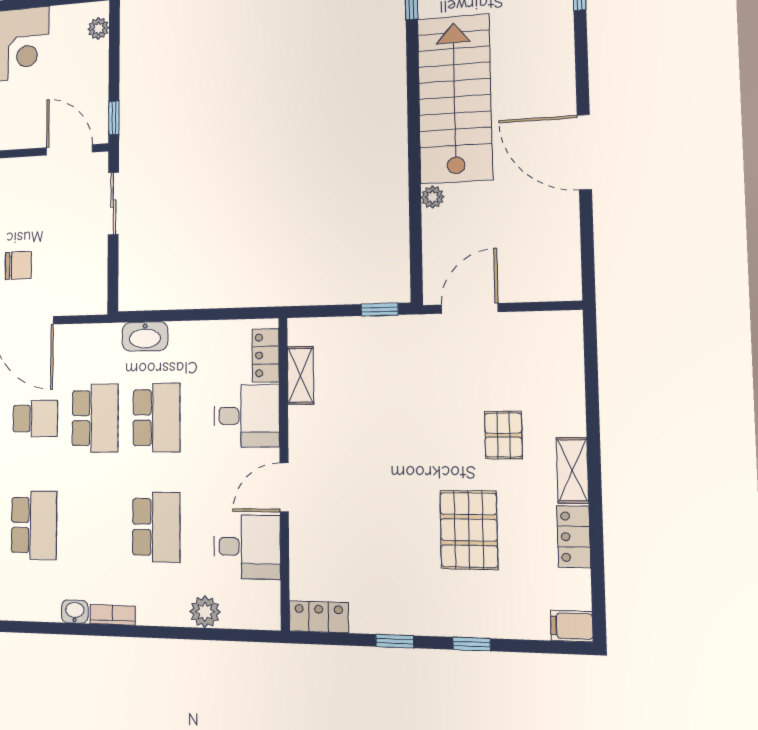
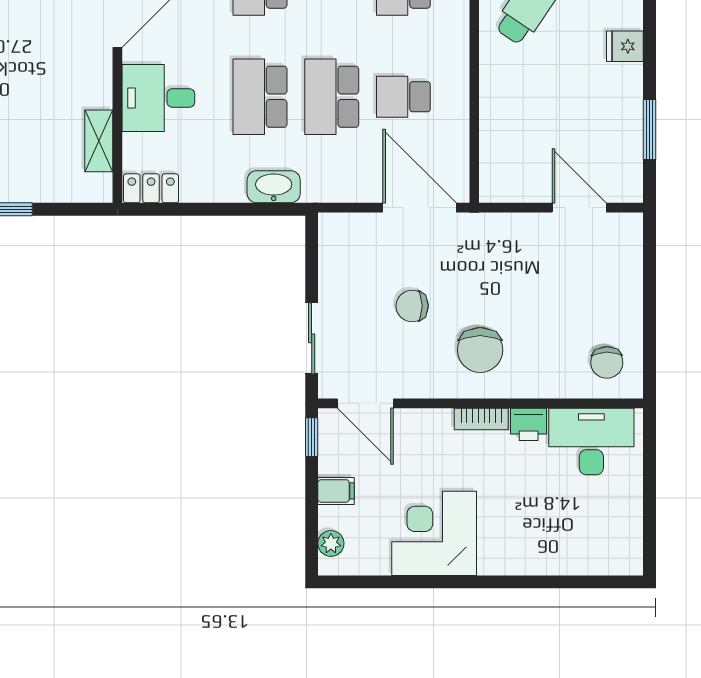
filing cabinet: (94, 73) -> (336, 491), added
chair: (18, 265) -> (412, 306), moved
locker: (266, 355) -> (151, 188), moved, turned -90

